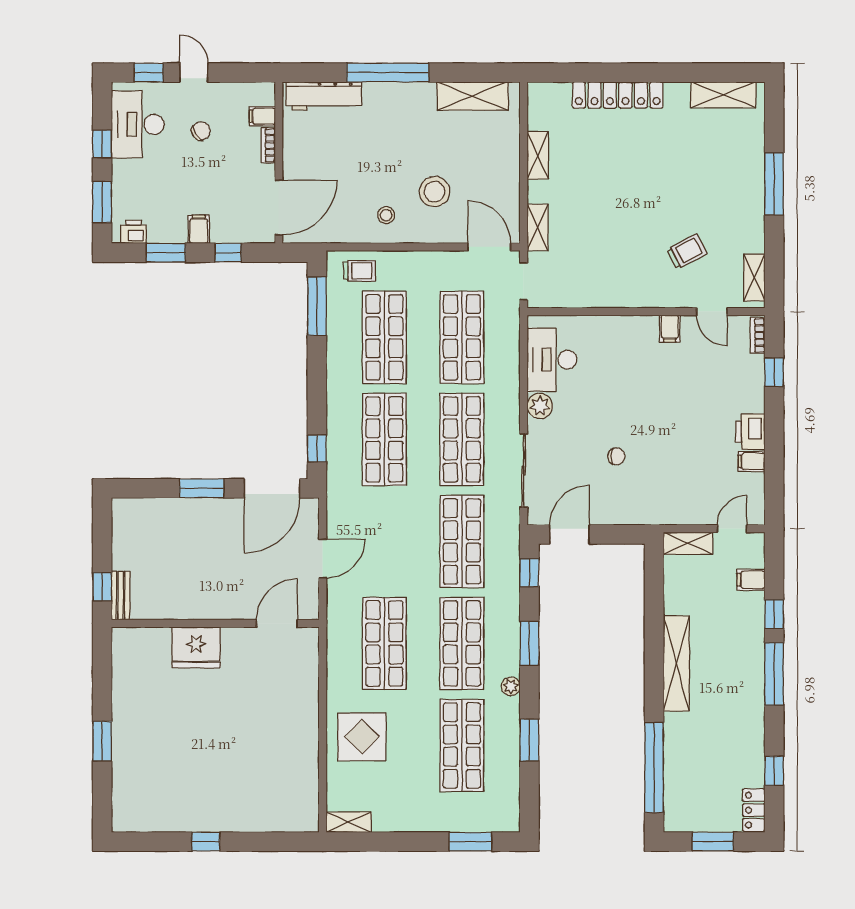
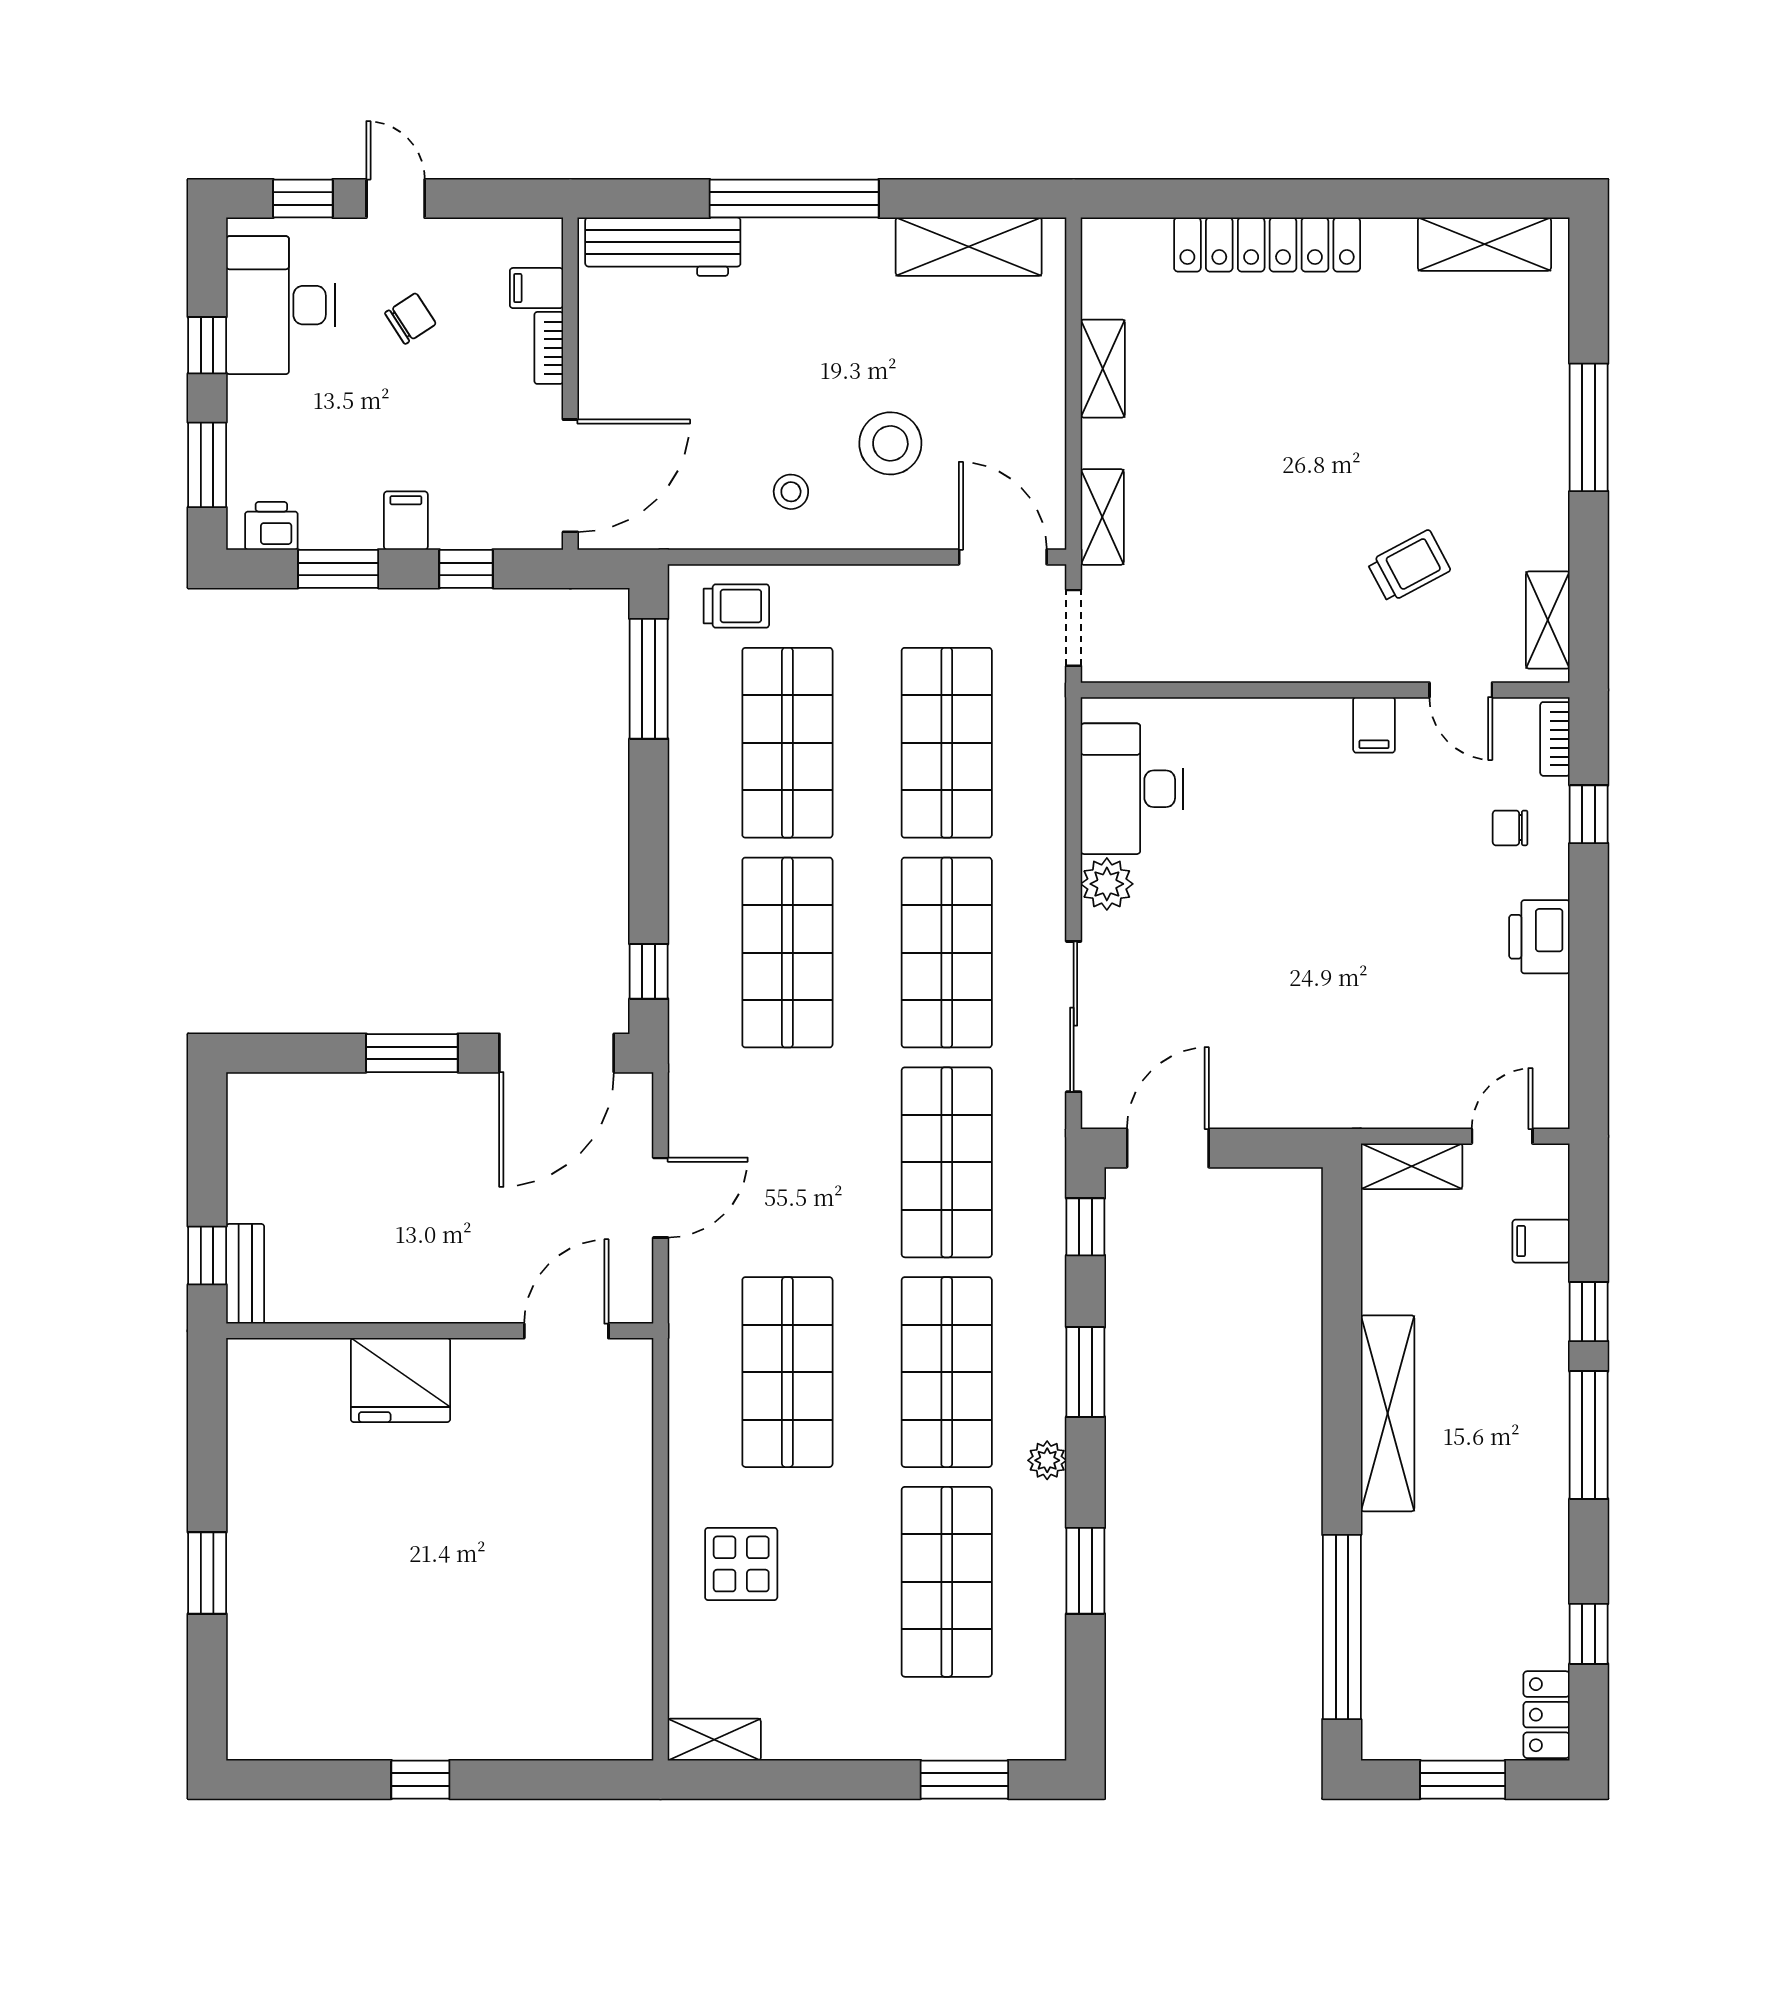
chair: (616, 456) -> (1510, 828), moved, turned 180
filing cabinet: (751, 461) -> (1542, 998), removed
display table: (362, 737) -> (741, 1564), width x0.73, depth x0.73

